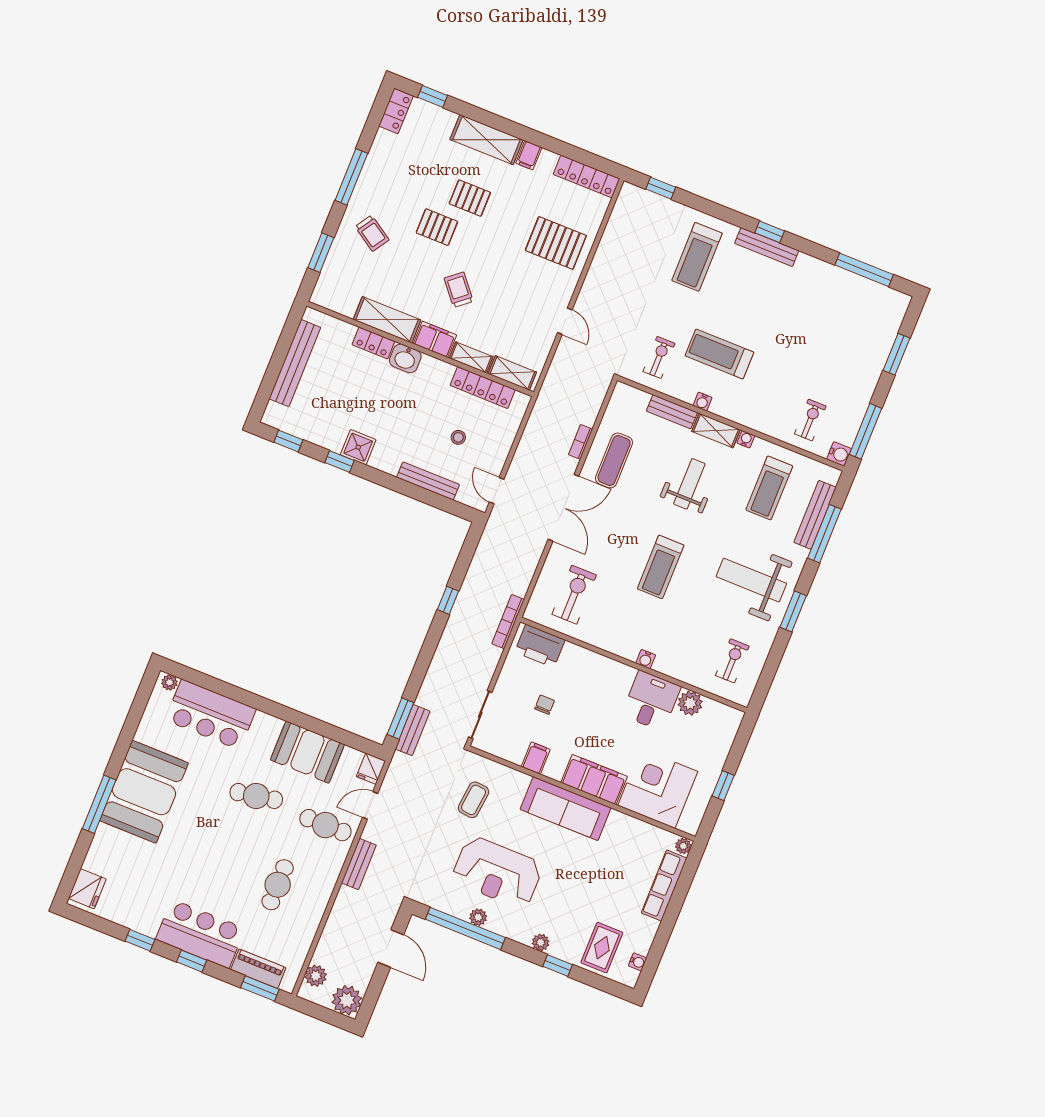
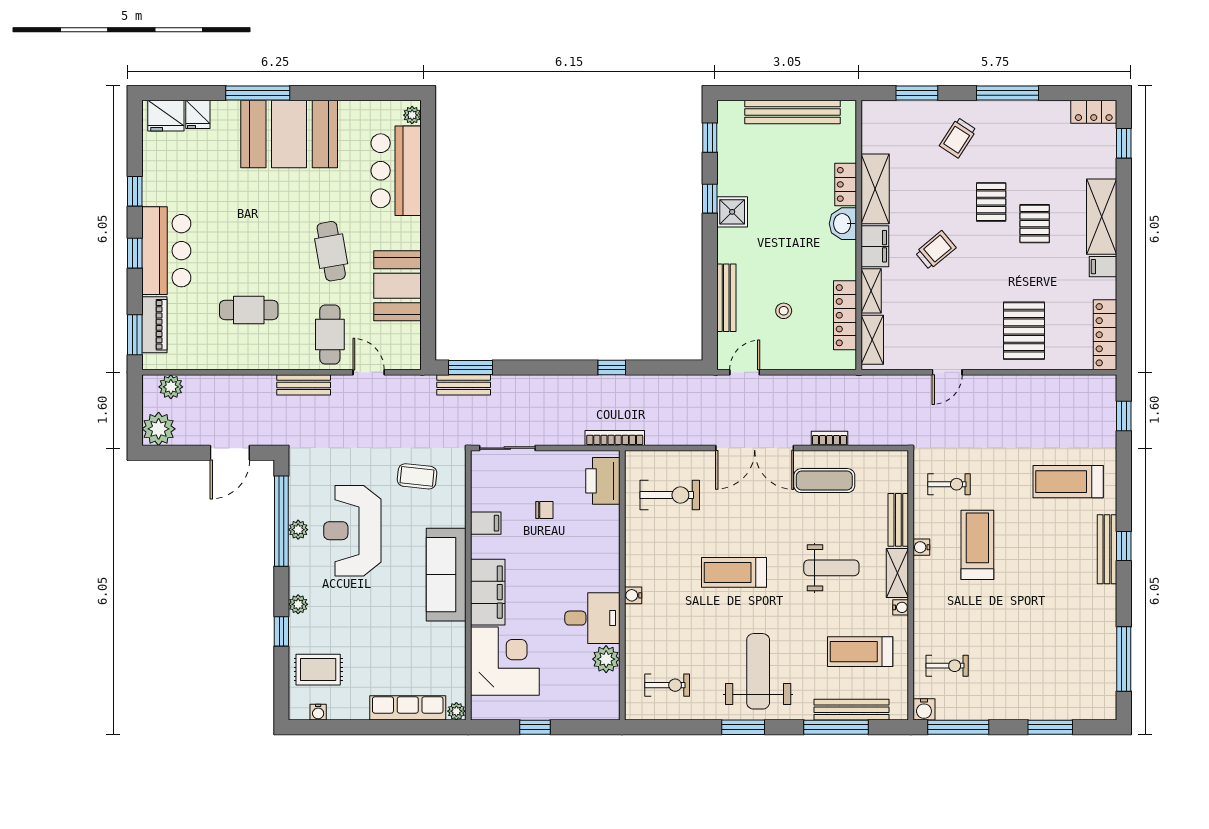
fridge: (371, 769) -> (198, 114), moved, turned -90

